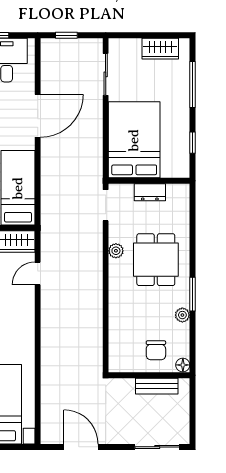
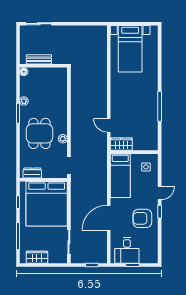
bed: (134, 140) -> (47, 204), width x1.36
dresser: (150, 192) -> (32, 173), moved
door: (38, 274) -> (109, 125), swing flipped
chair: (156, 350) -> (39, 80), removed
door: (81, 447) -> (83, 24), removed

